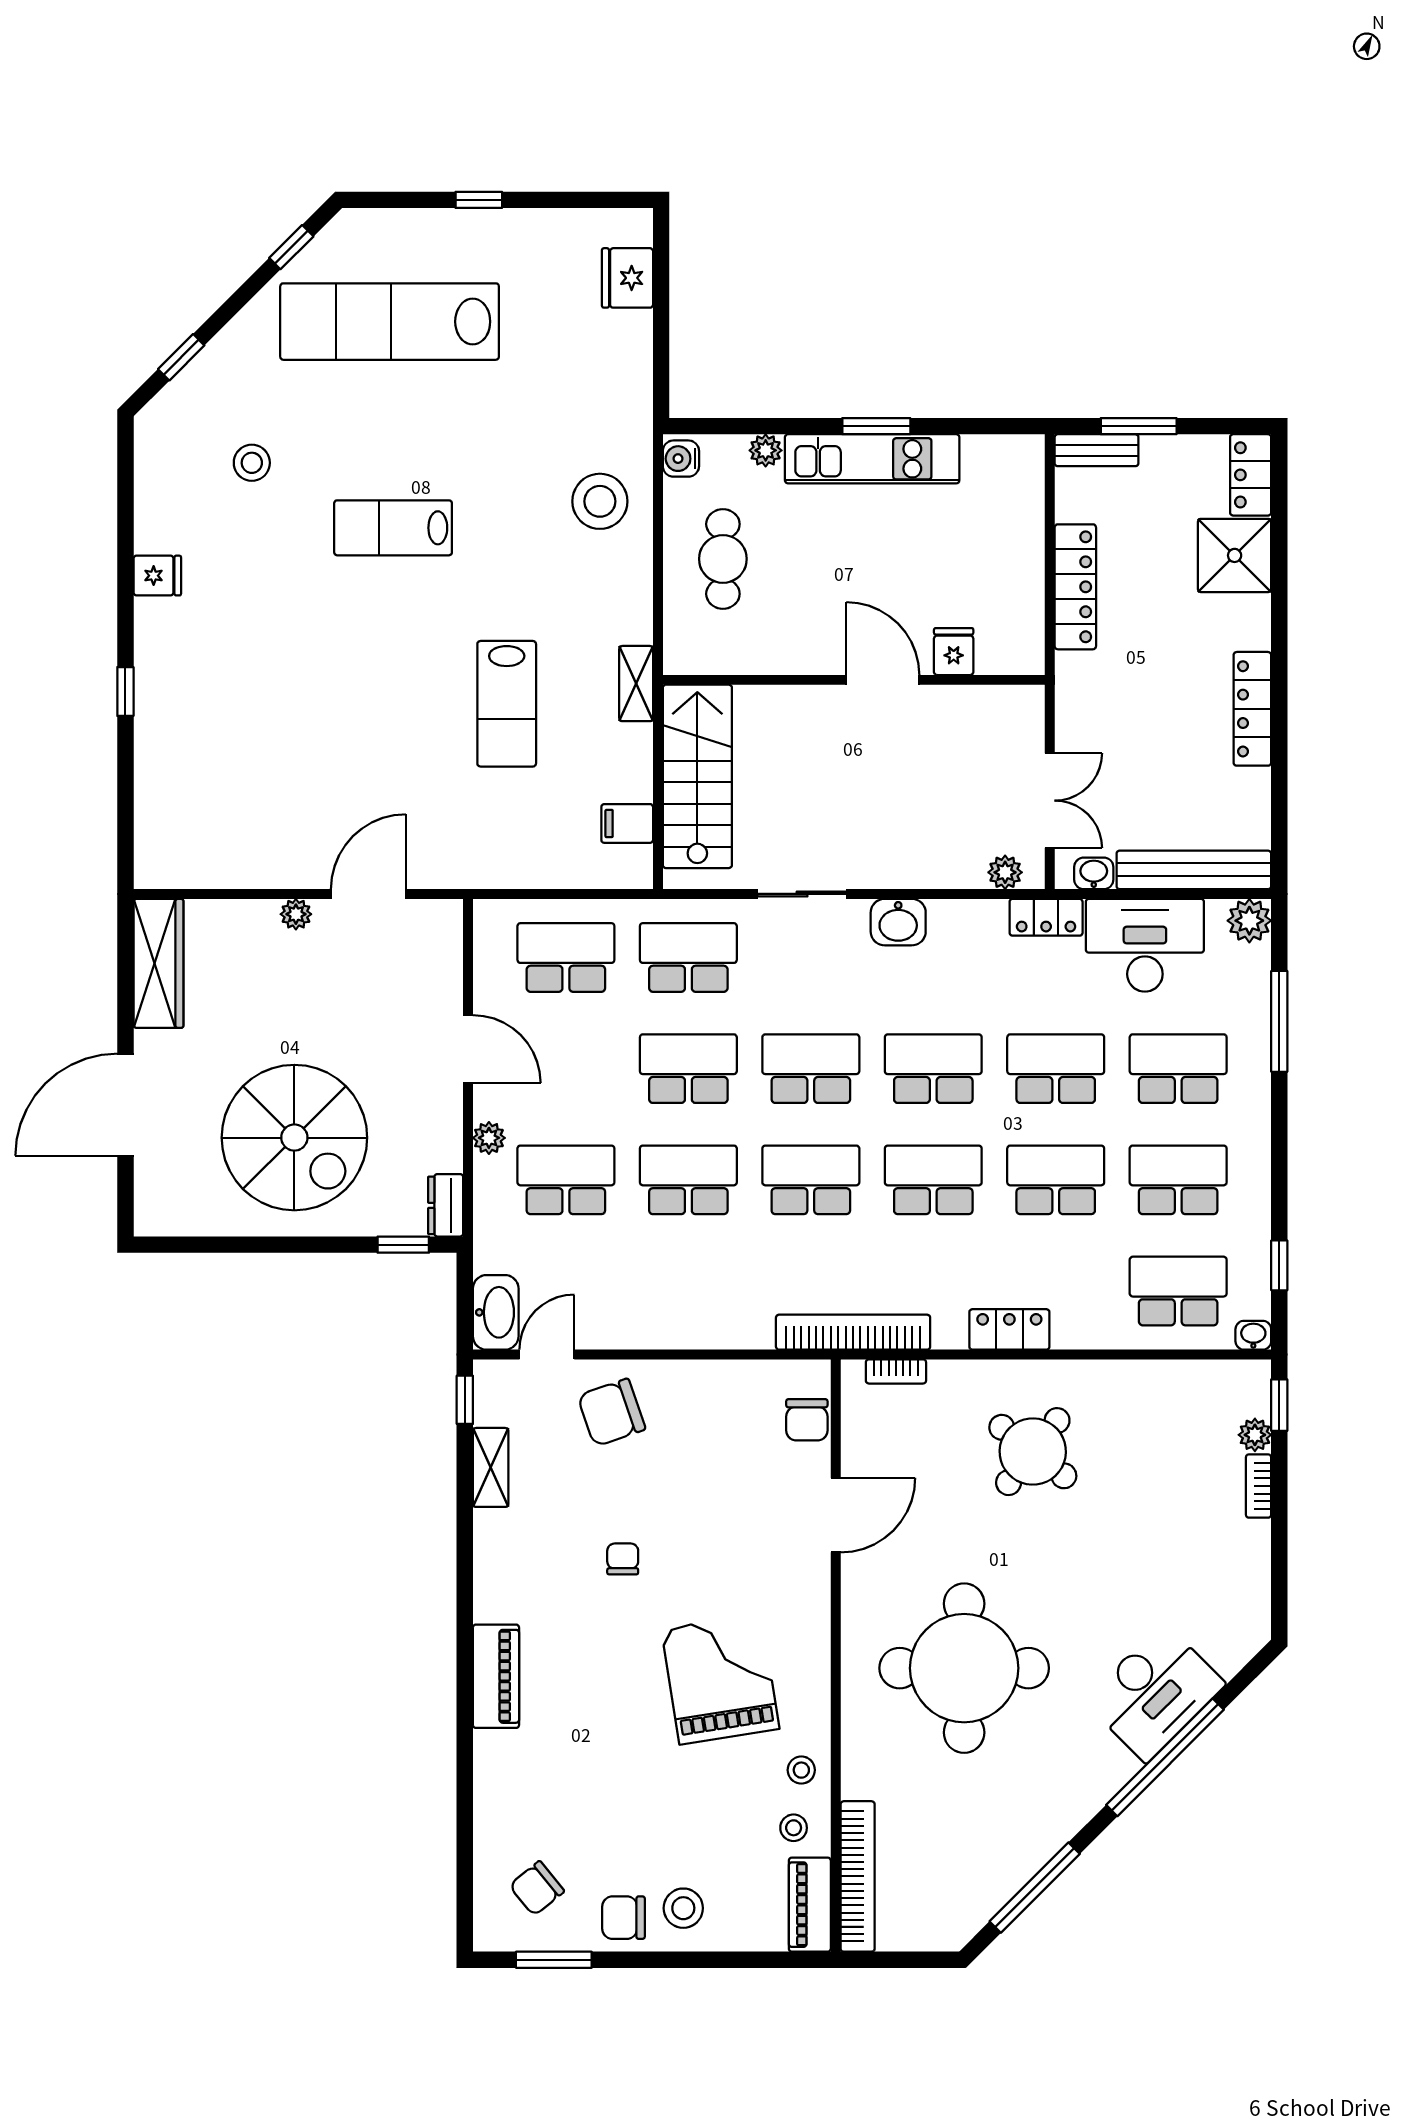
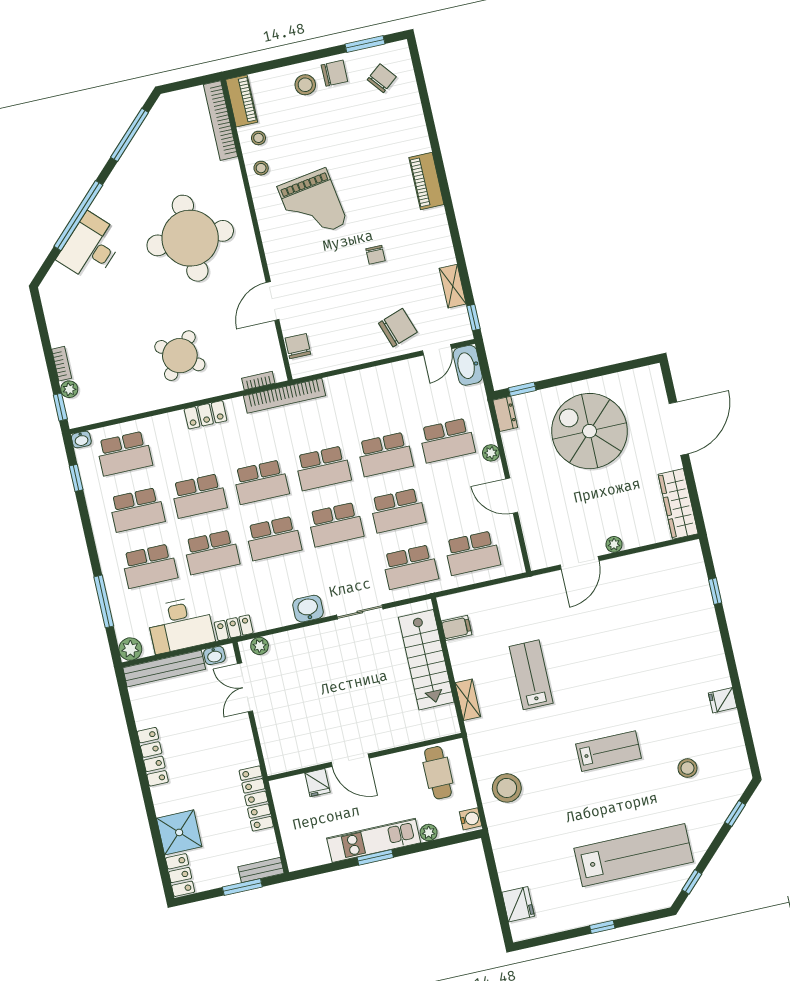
fridge: (954, 652) -> (317, 783), moved
wall: (854, 680) -> (365, 757), moved
door: (883, 680) -> (350, 760), moved
window: (125, 691) -> (715, 591), moved

